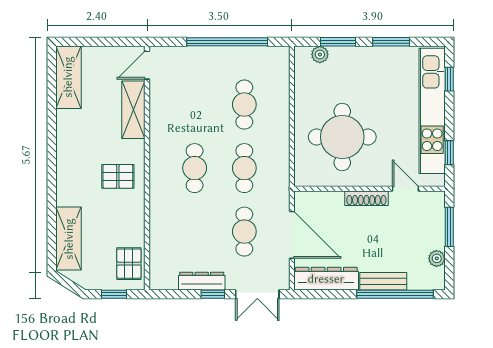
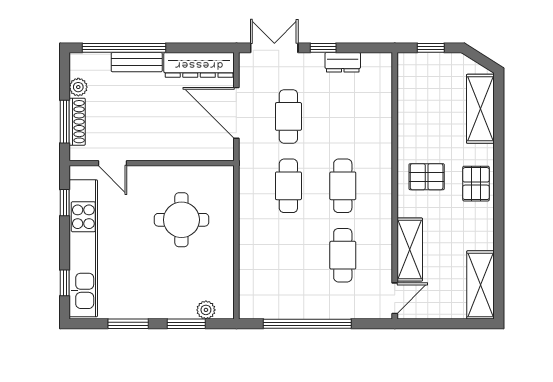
cafe table: (244, 105) -> (343, 255), moved
round table: (342, 137) -> (181, 220), width x0.73, depth x0.73
shoe rack: (366, 198) -> (77, 122), moved, turned 90
pallet: (129, 264) -> (476, 184), moved
dresser: (202, 281) -> (343, 62), width x0.70

